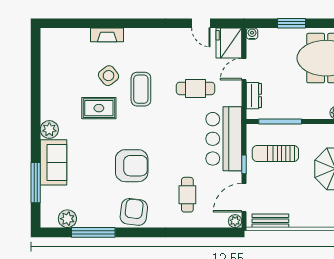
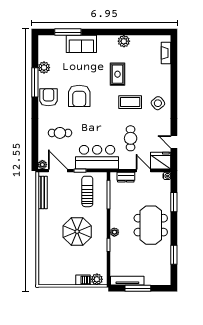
door: (201, 23) -> (174, 142), hinge flipped
fireplace: (107, 35) -> (166, 53), moved
side table: (109, 76) -> (158, 103), moved
plant: (49, 130) -> (124, 41), moved
armchair: (134, 212) -> (48, 97), turned -97
plant: (67, 219) -> (44, 68), moved
bench: (270, 221) -> (43, 193), width x1.36
window: (93, 232) -> (35, 82), moved

